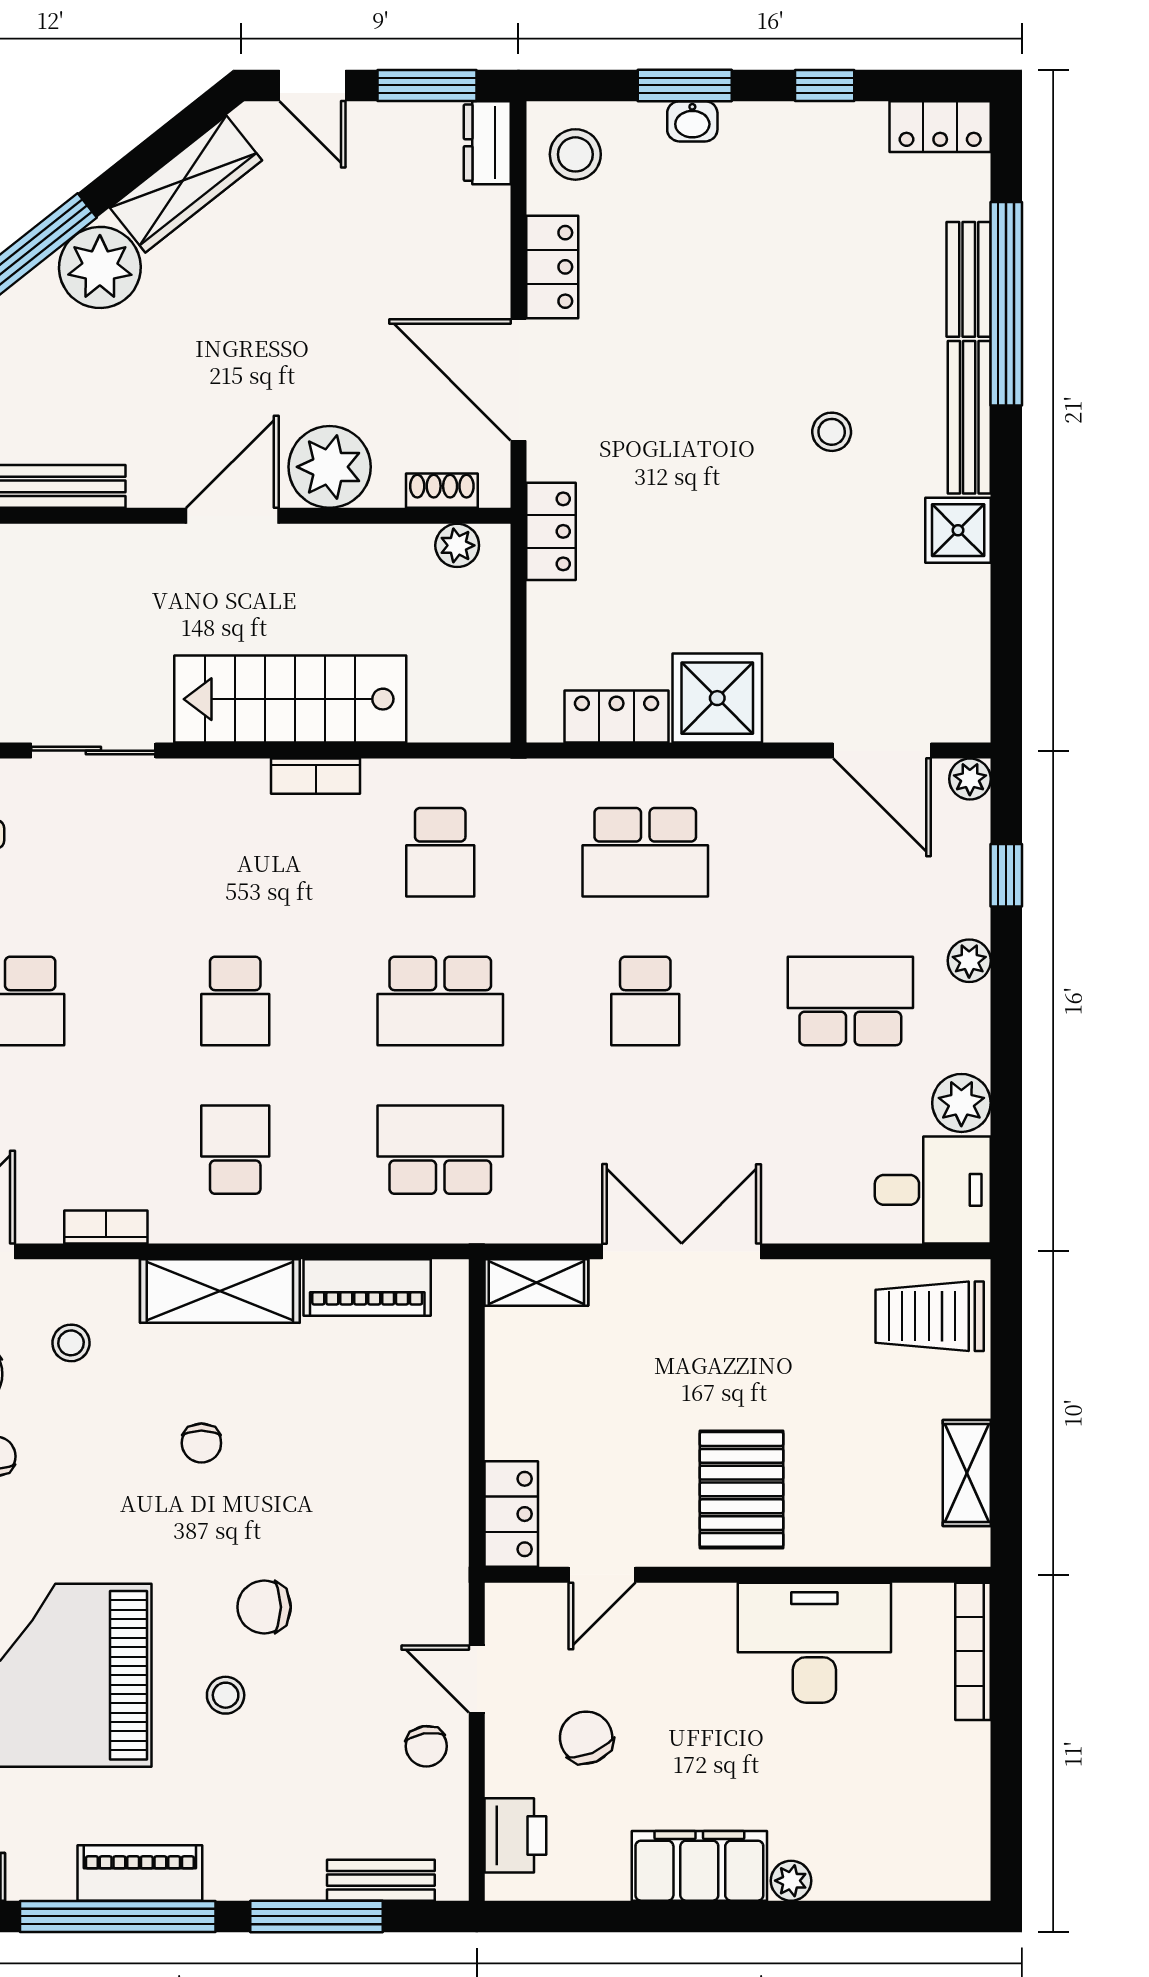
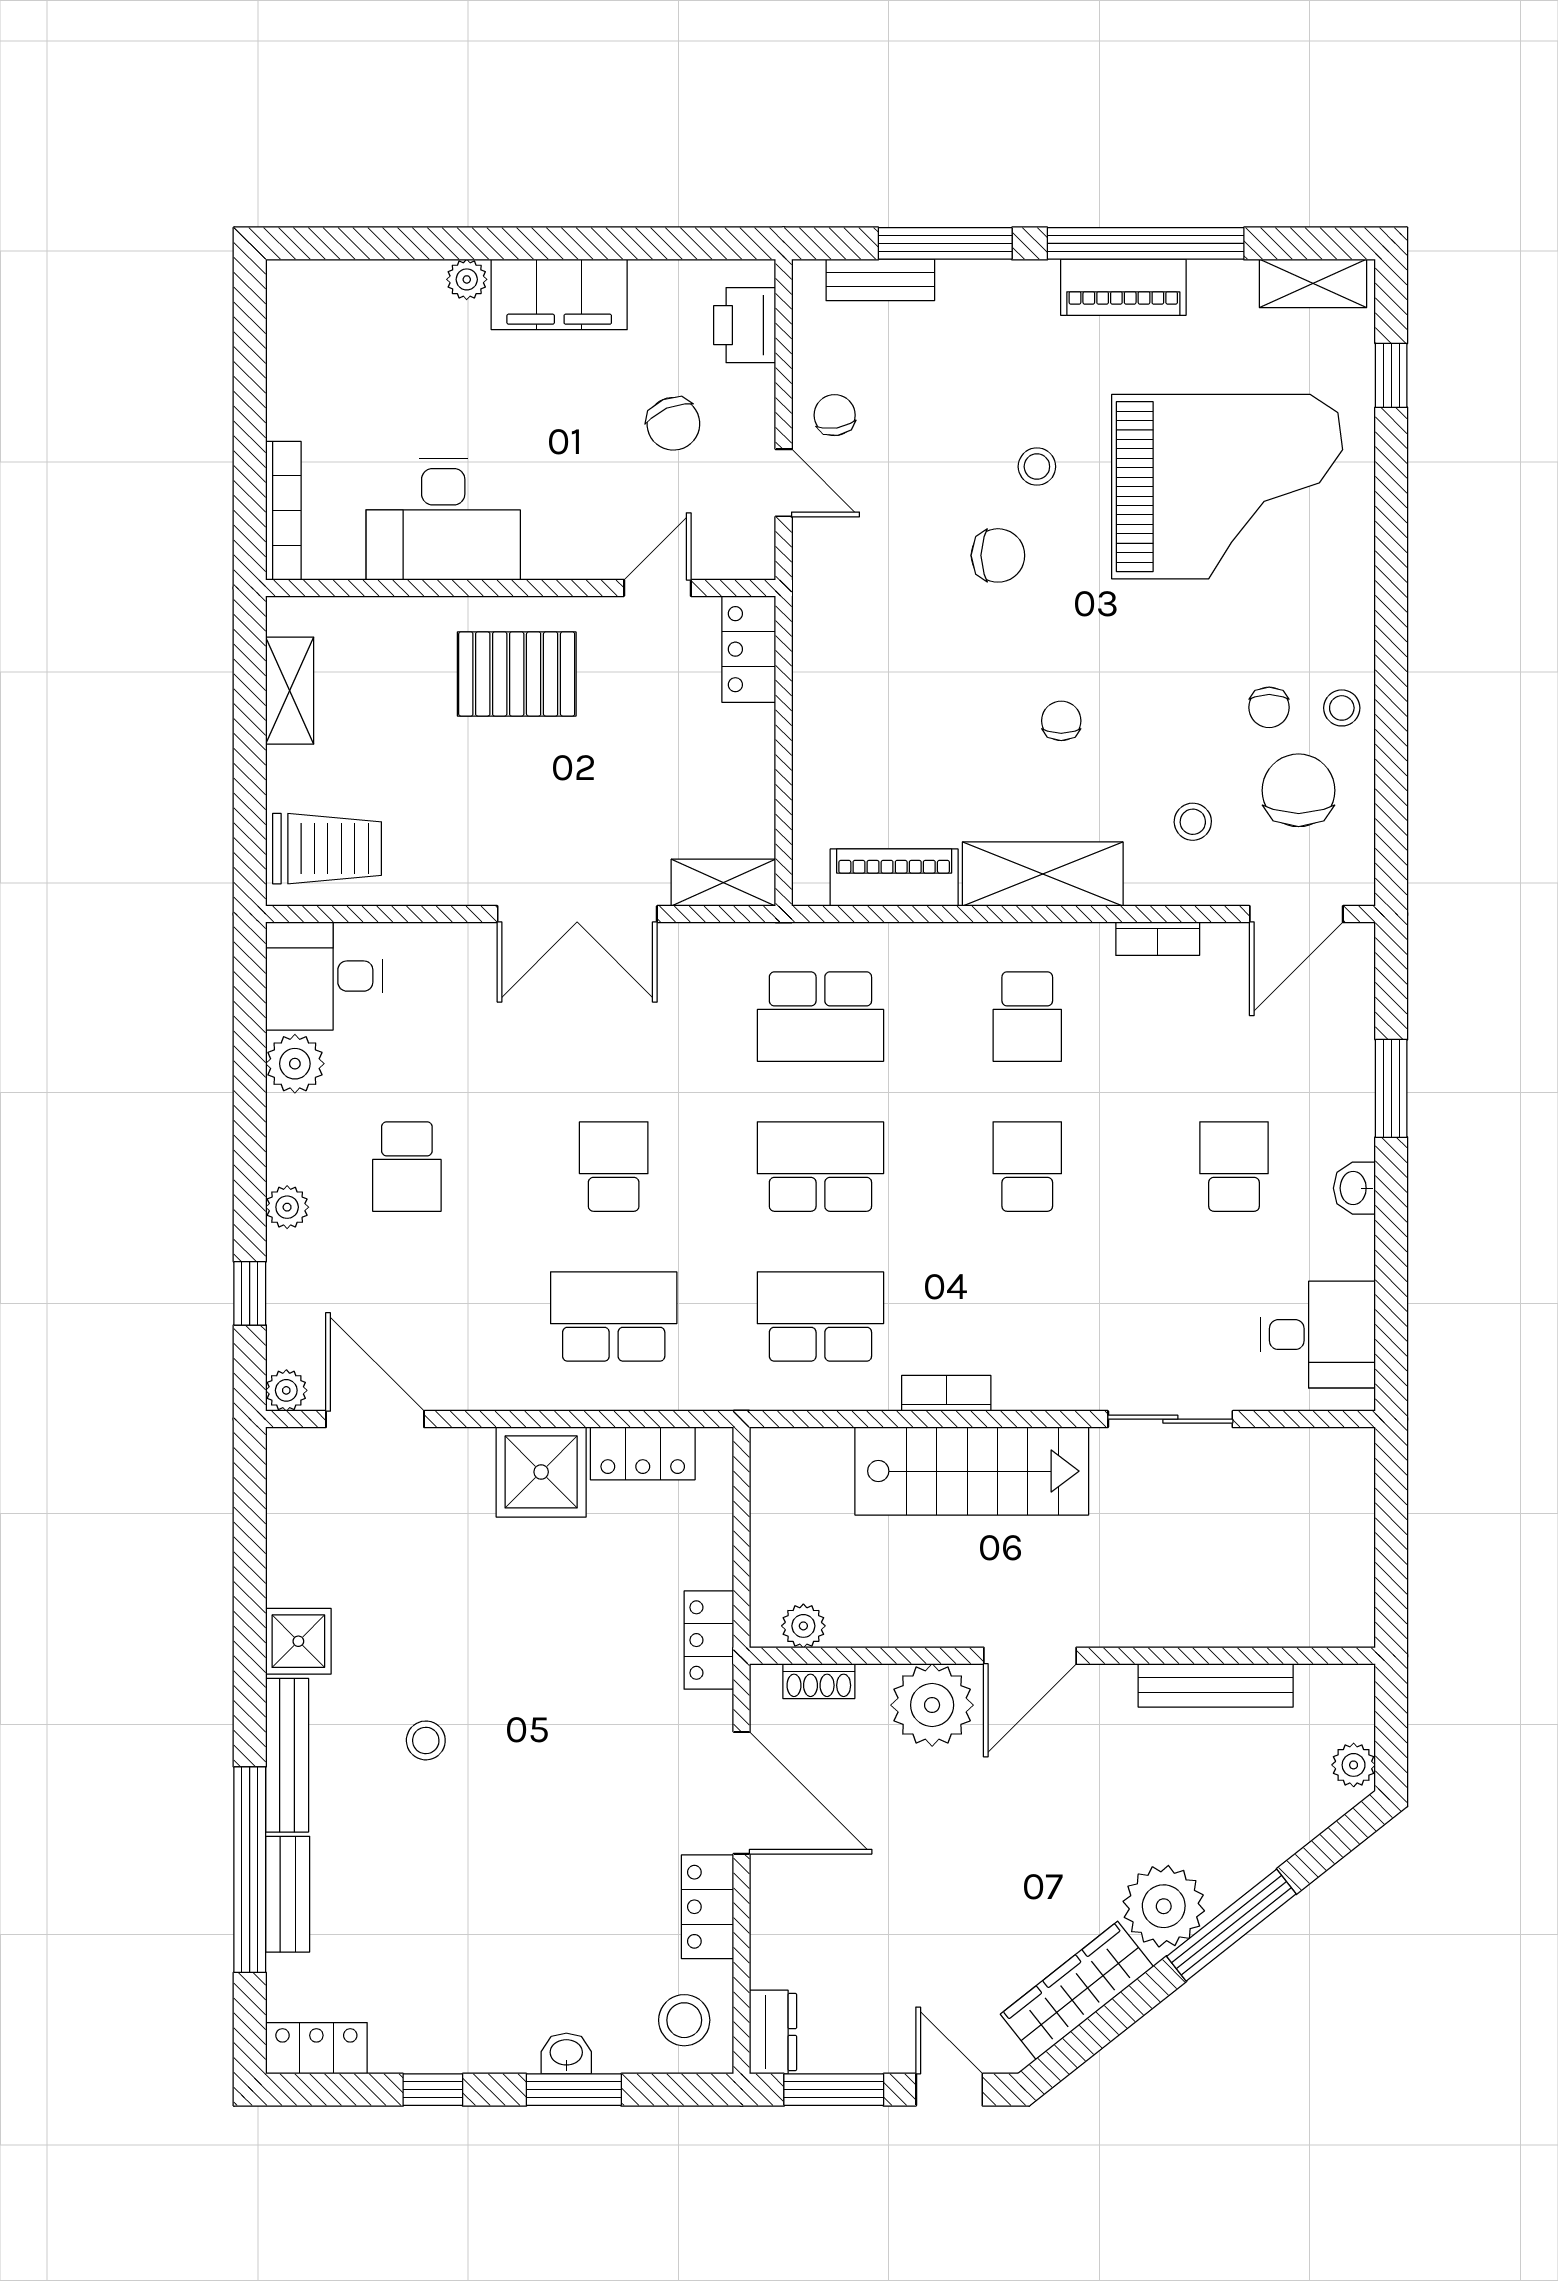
school desk: (440, 852) -> (820, 1317), width x1.85
school desk: (850, 1001) -> (407, 1167), width x0.54
pallet: (742, 1489) -> (517, 674), turned 90

